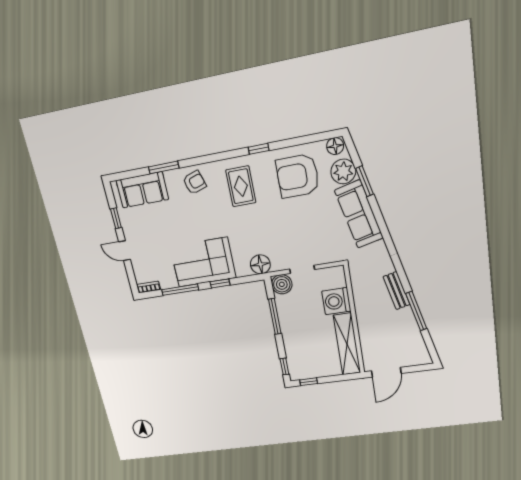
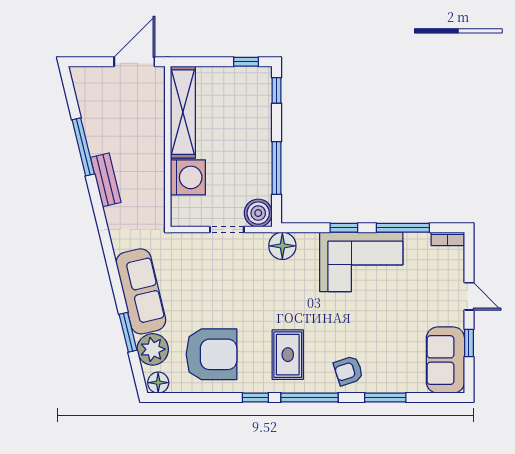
window: (218, 157) -> (310, 398), added
sofa: (142, 190) -> (445, 360), moved, turned -90

